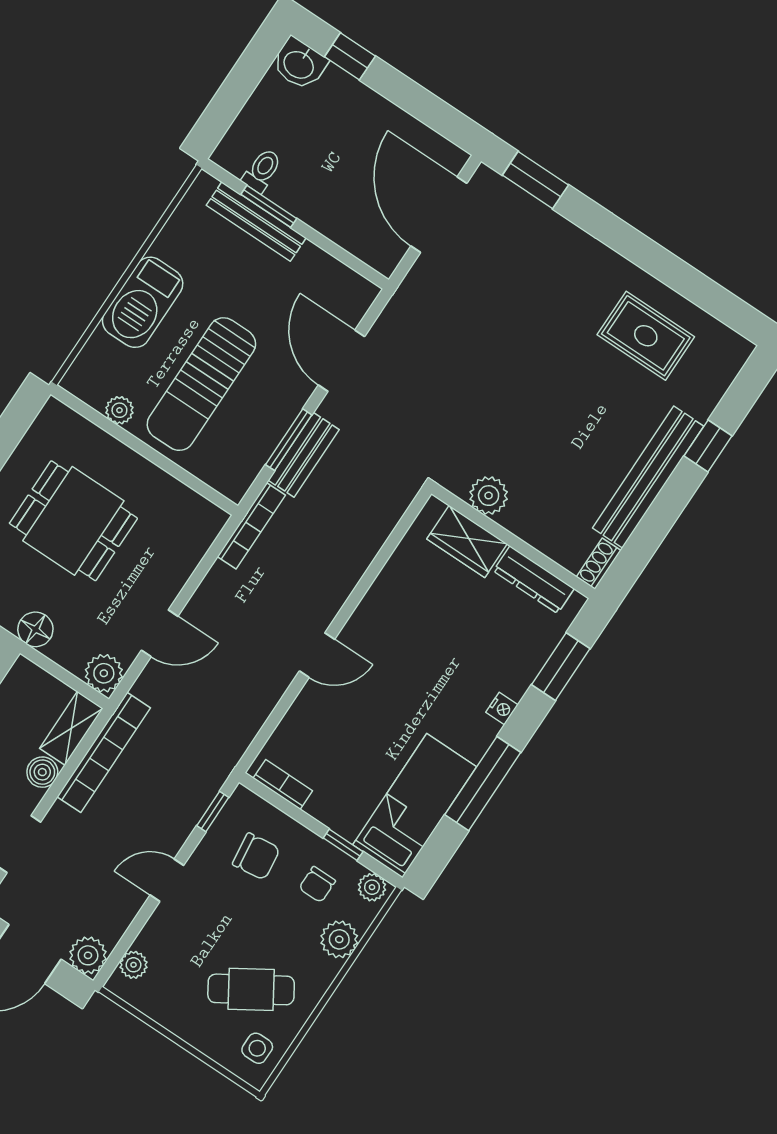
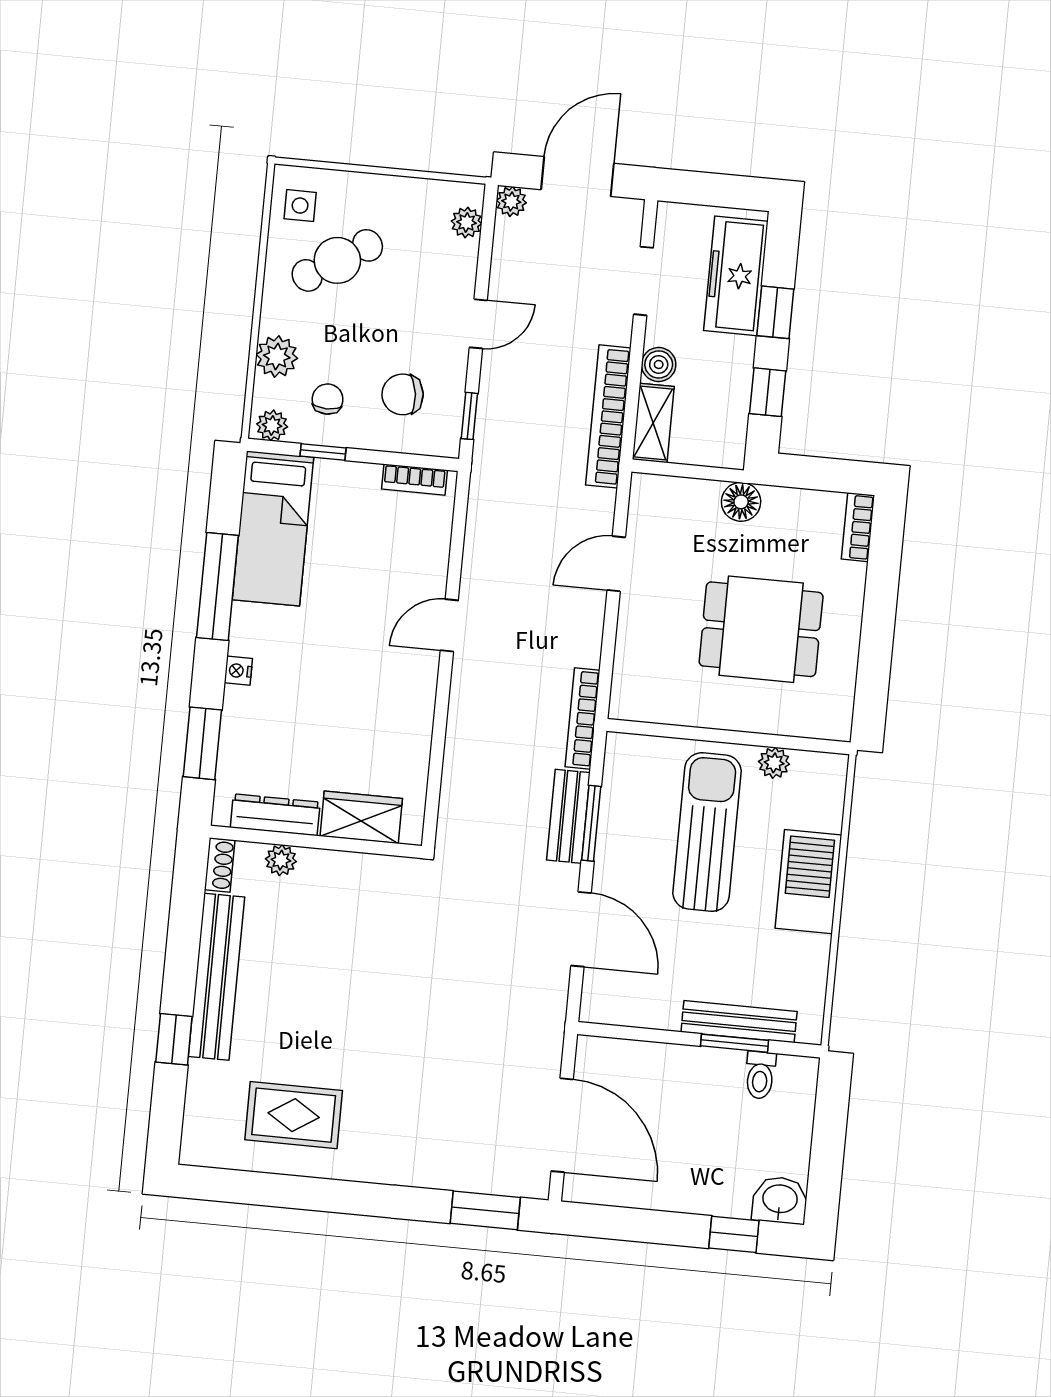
plant: (489, 496) -> (281, 860), moved, width x0.73, depth x0.73
plant: (104, 673) -> (650, 495), removed
plant: (88, 955) -> (511, 201), width x0.73, depth x0.73

